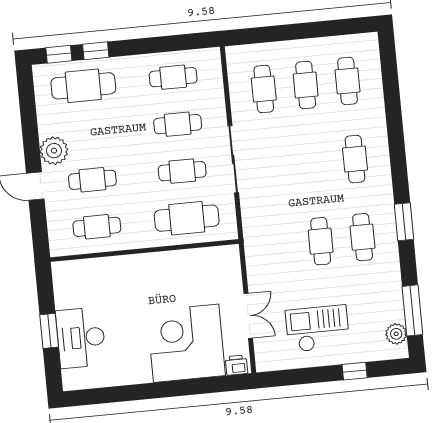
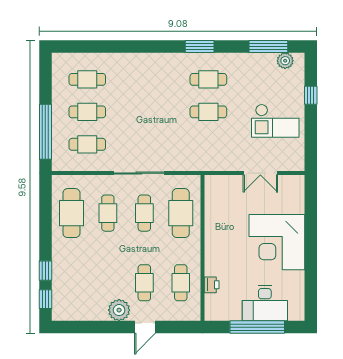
window: (275, 33) -> (45, 132), added
cafe table: (173, 77) -> (71, 213), width x1.37, depth x1.35
cafe table: (83, 86) -> (71, 283), removed
cafe table: (355, 159) -> (148, 79), removed
double door: (248, 316) -> (260, 173), swing flipped
checkout: (318, 329) -> (275, 121), turned -90
window: (49, 331) -> (257, 327), width x2.11
corner desk: (186, 343) -> (277, 242), moved
printer: (236, 365) -> (212, 285), moved, turned 180

